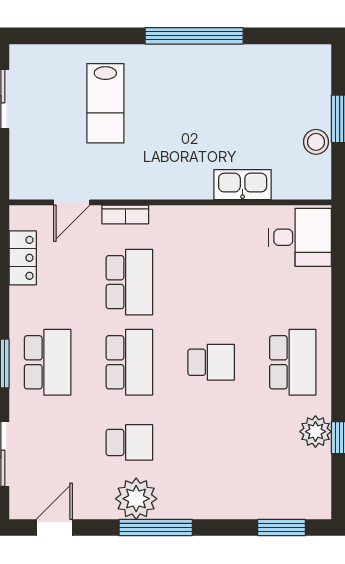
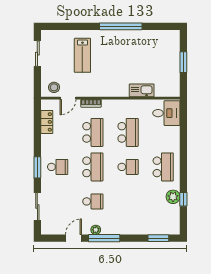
stool: (316, 142) -> (54, 87), moved
school desk: (211, 282) -> (128, 132), added
school desk: (48, 362) -> (58, 167), width x0.54
plant: (136, 499) -> (96, 230), width x0.53, depth x0.53
door: (54, 528) -> (73, 238), moved

